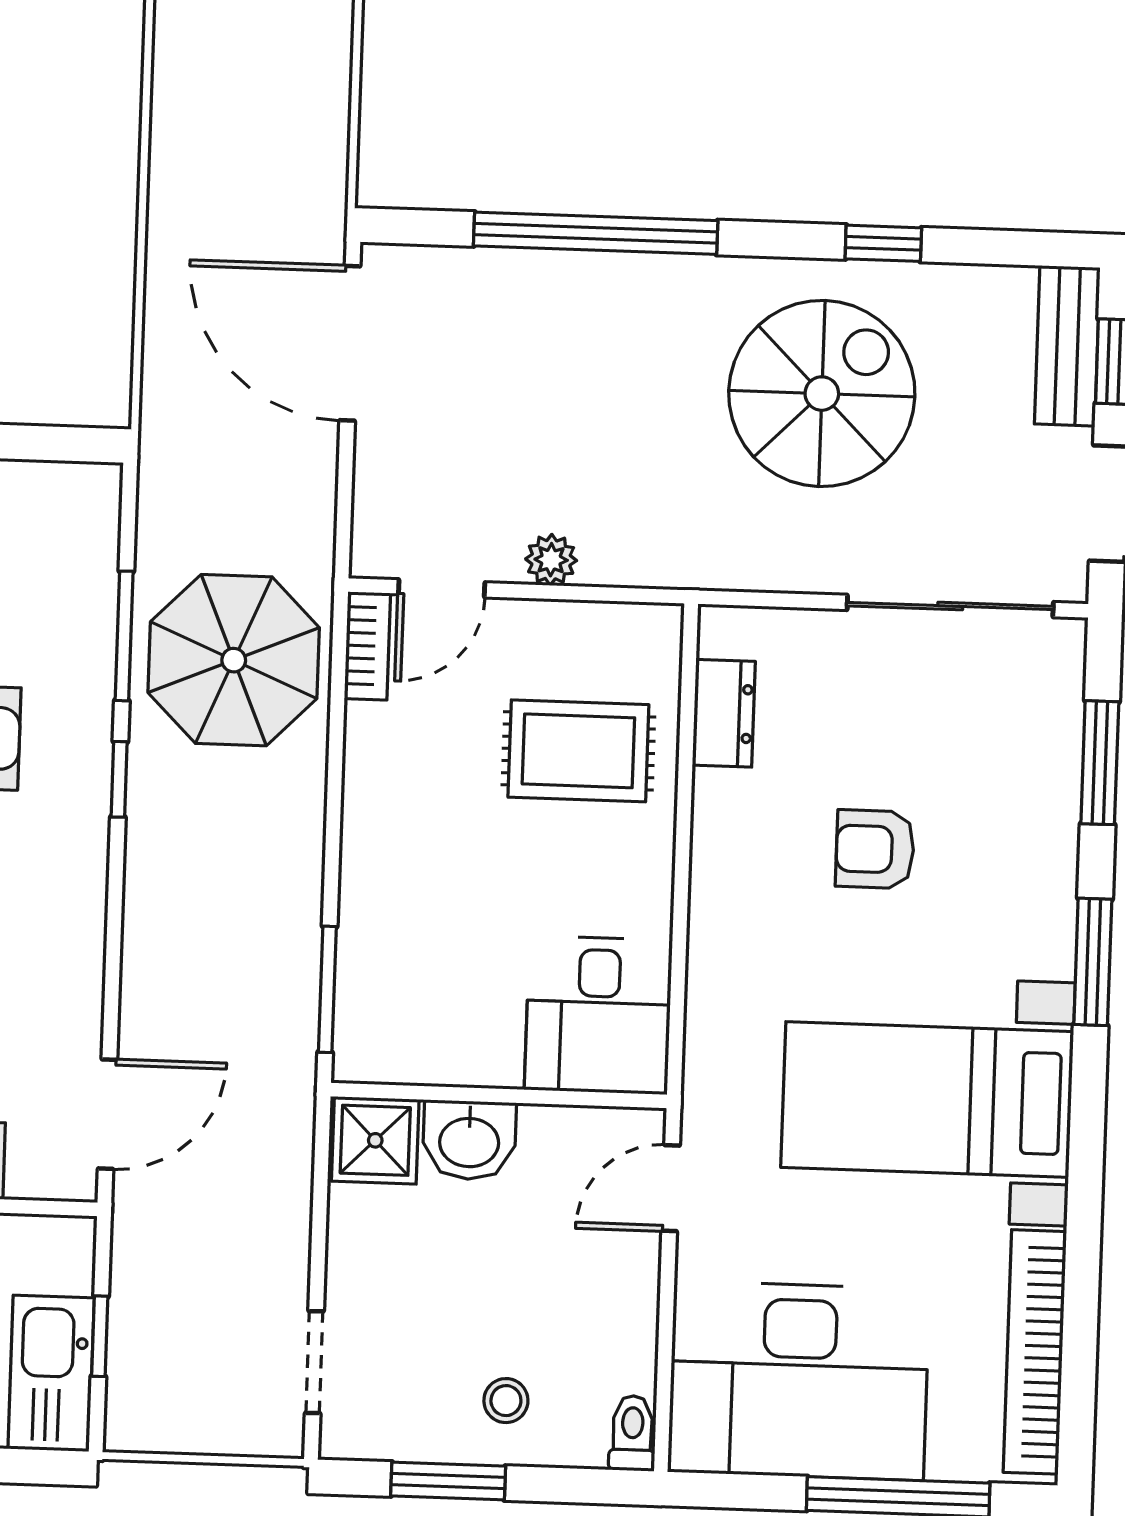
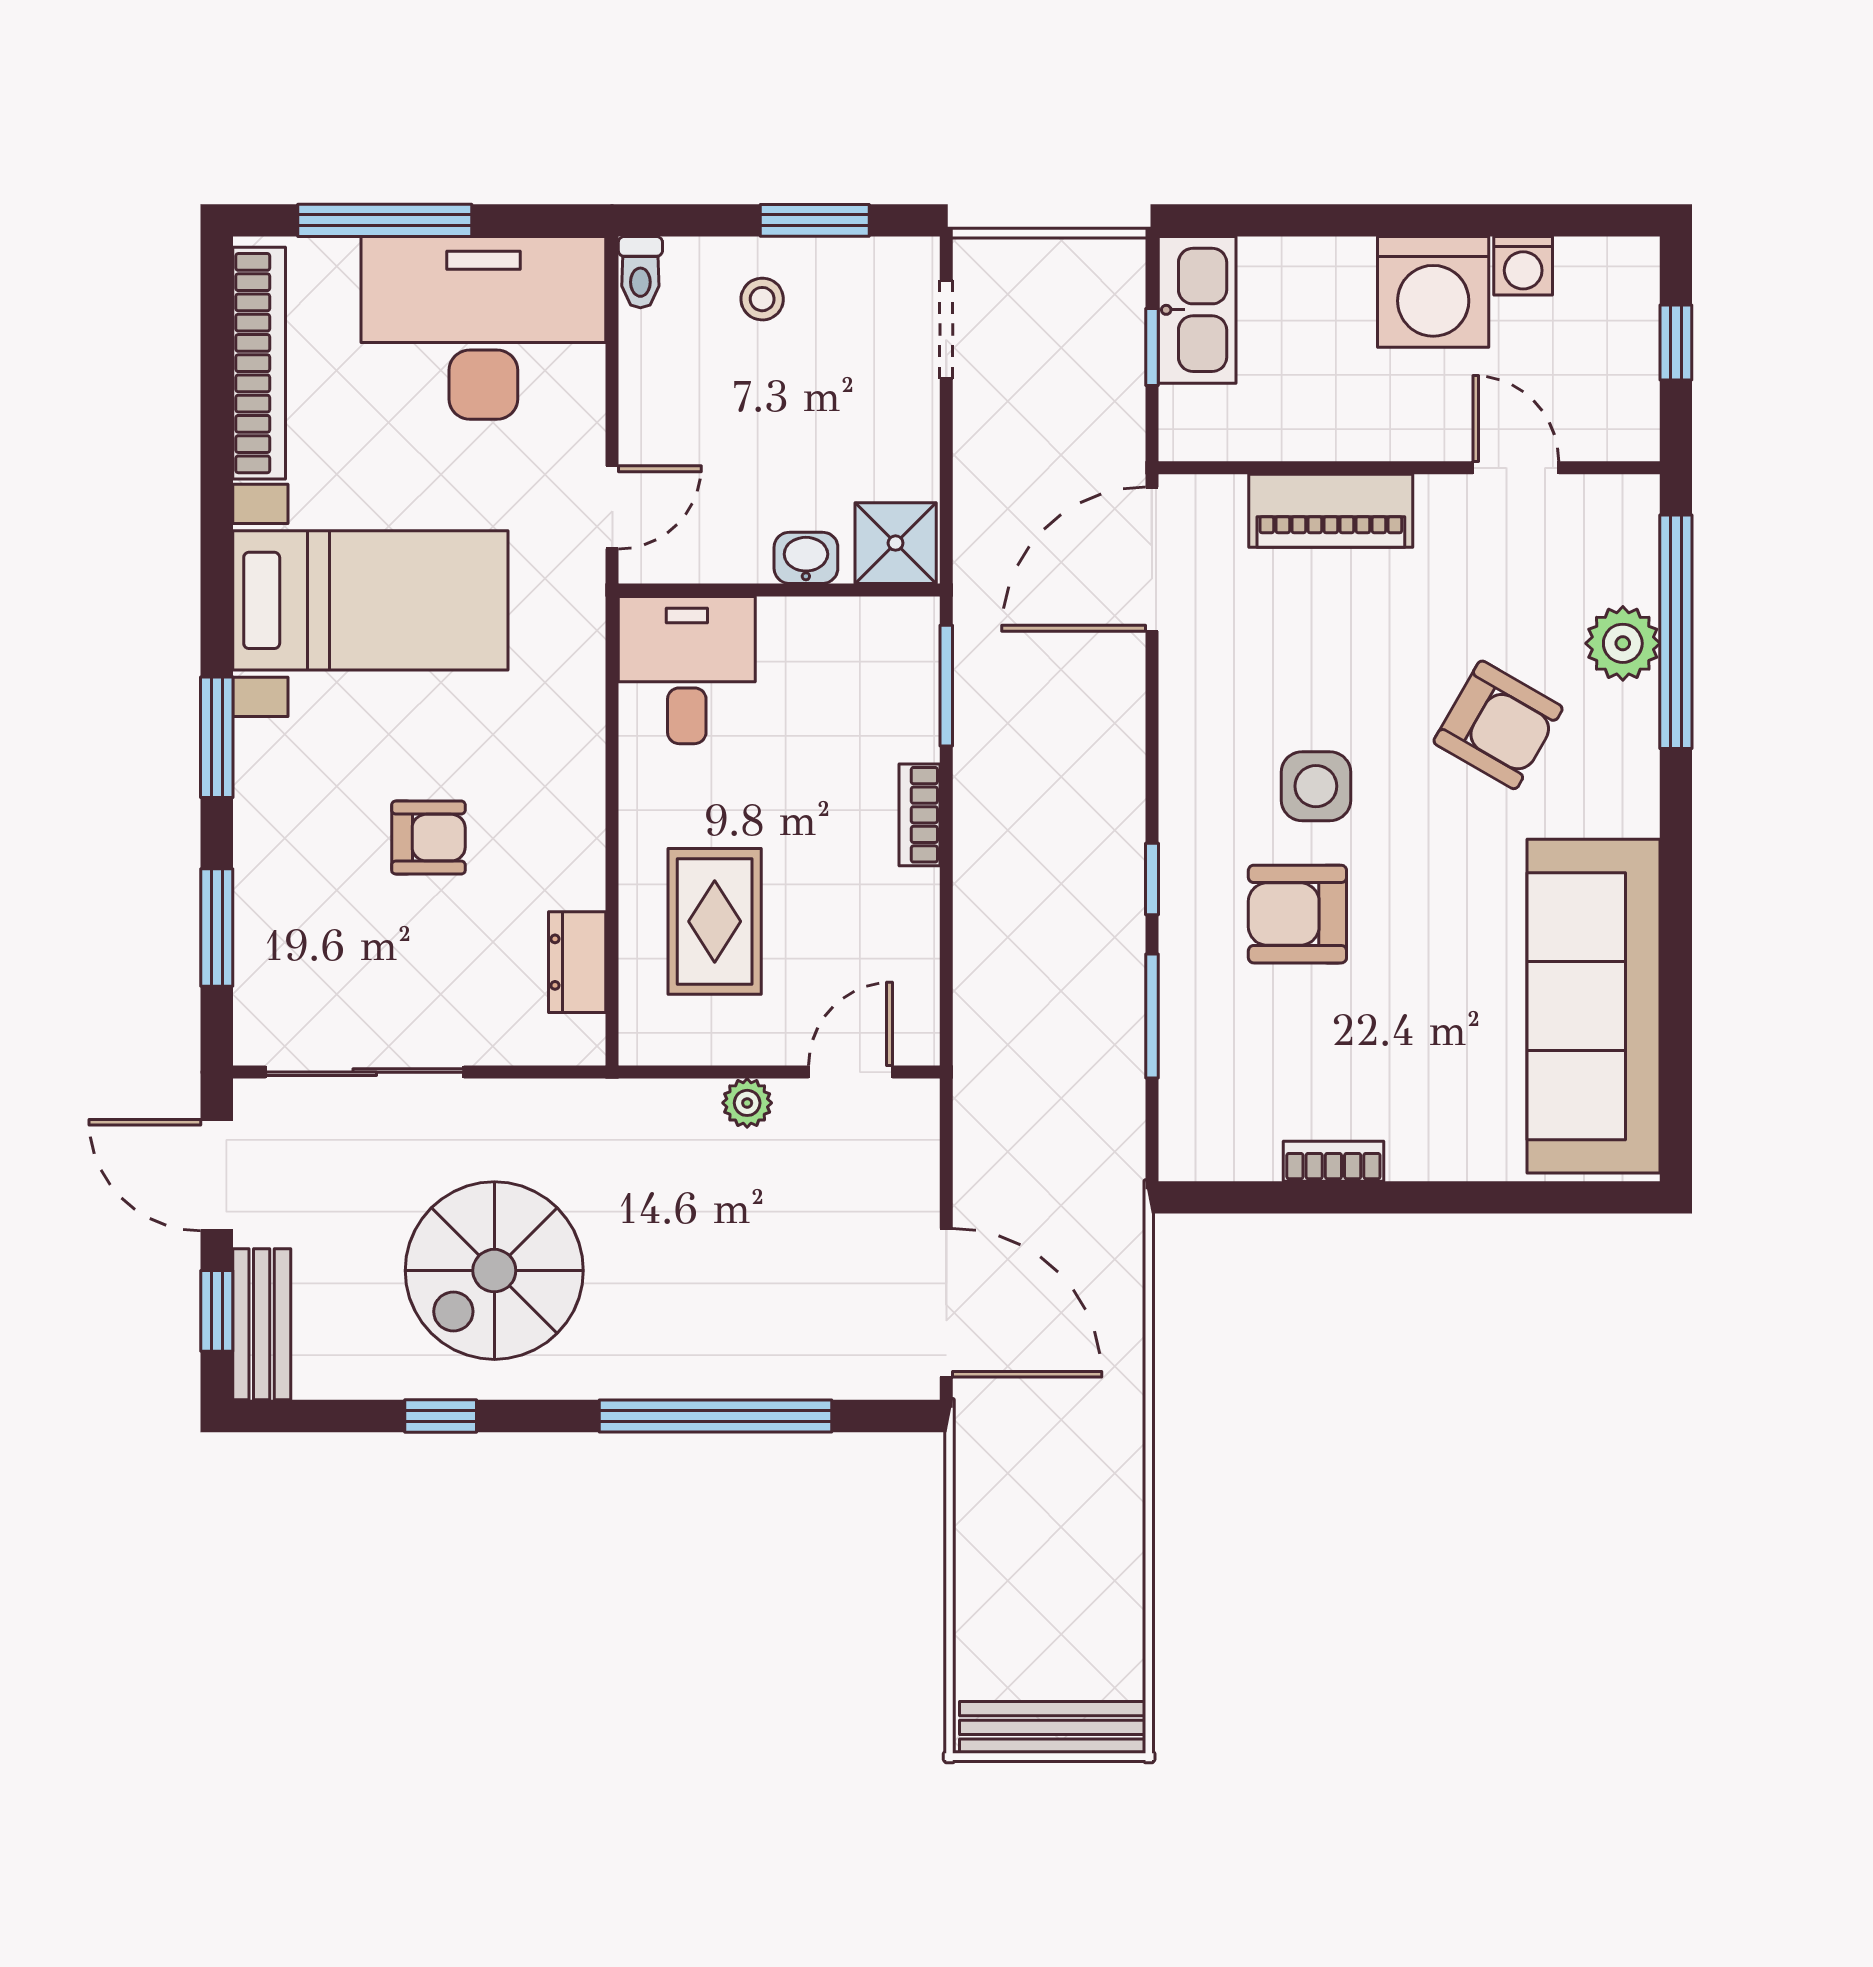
bookcase: (367, 646) -> (919, 815), moved
parasol: (234, 660) -> (1047, 997), removed
rug: (578, 751) -> (715, 921), turned 90
door: (107, 1114) -> (1152, 559), width x1.36
washbasin: (469, 1140) -> (806, 558), width x0.72, depth x0.69

